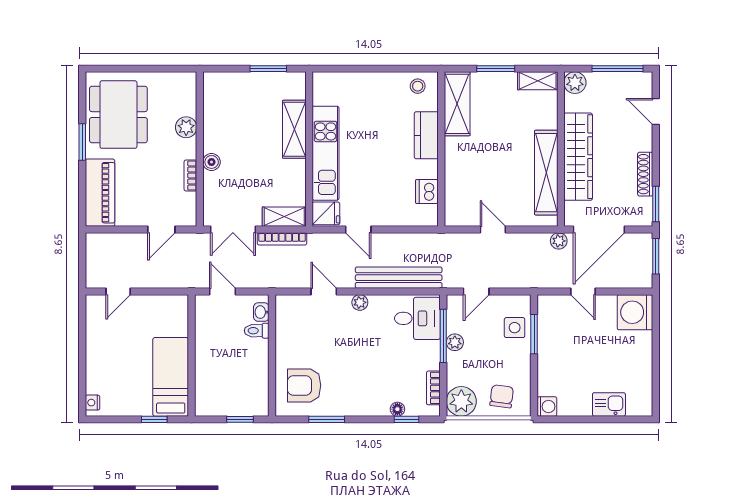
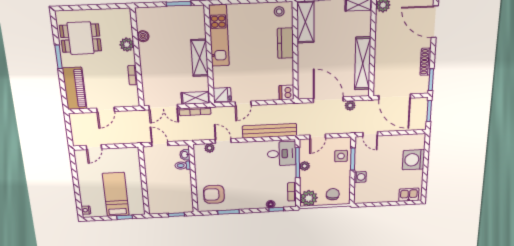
door: (656, 111) -> (435, 22), width x1.88
dining table: (118, 115) -> (81, 38), width x0.73
shelving: (294, 129) -> (200, 58), moved
kitchen unit: (326, 153) -> (219, 36), moved
wardrobe: (578, 157) -> (383, 53), removed
boiler: (212, 162) -> (143, 36), moved
dishwasher: (427, 192) -> (287, 92), moved
door: (161, 230) -> (106, 110), moved
door: (358, 230) -> (243, 104), hinge flipped
door: (493, 230) -> (328, 100), width x1.87
door: (599, 230) -> (395, 97), hinge flipped
plant: (559, 241) -> (350, 106), moved
door: (583, 291) -> (370, 134), moved
plant: (360, 302) -> (210, 148), moved
washing machine: (635, 312) -> (414, 160), moved
bed: (171, 377) -> (116, 195), moved
kitchen sink: (609, 404) -> (409, 195), moved
washing machine: (547, 407) -> (360, 177), moved

